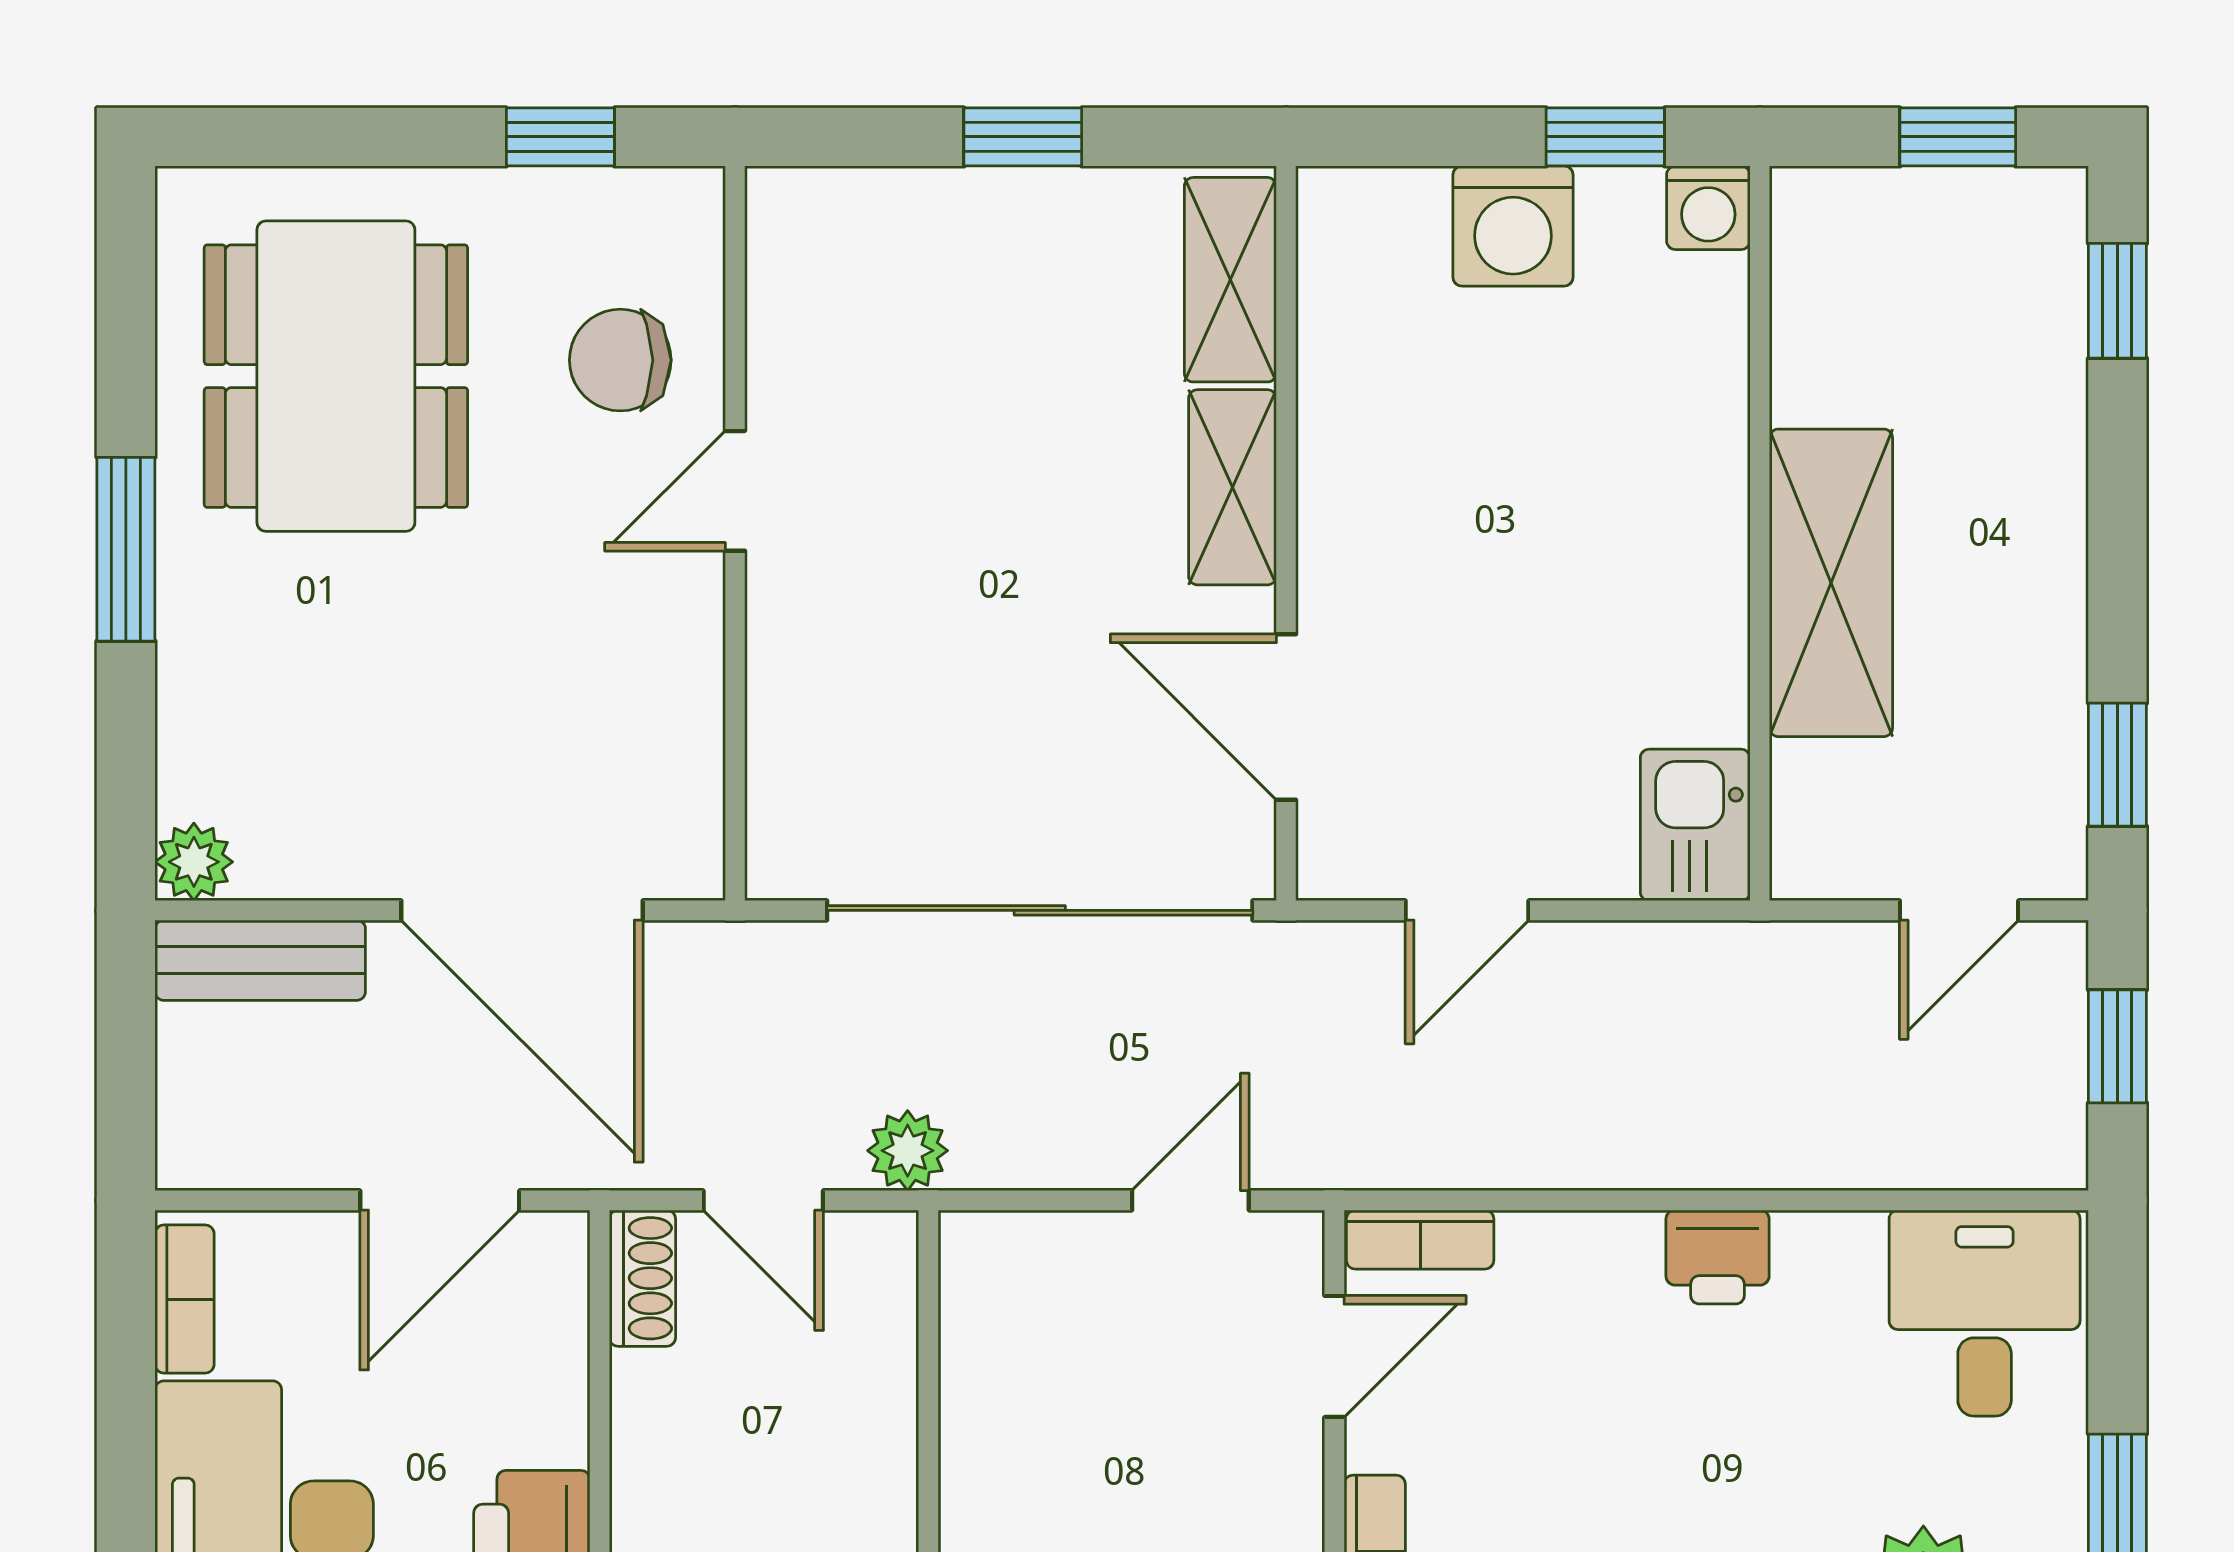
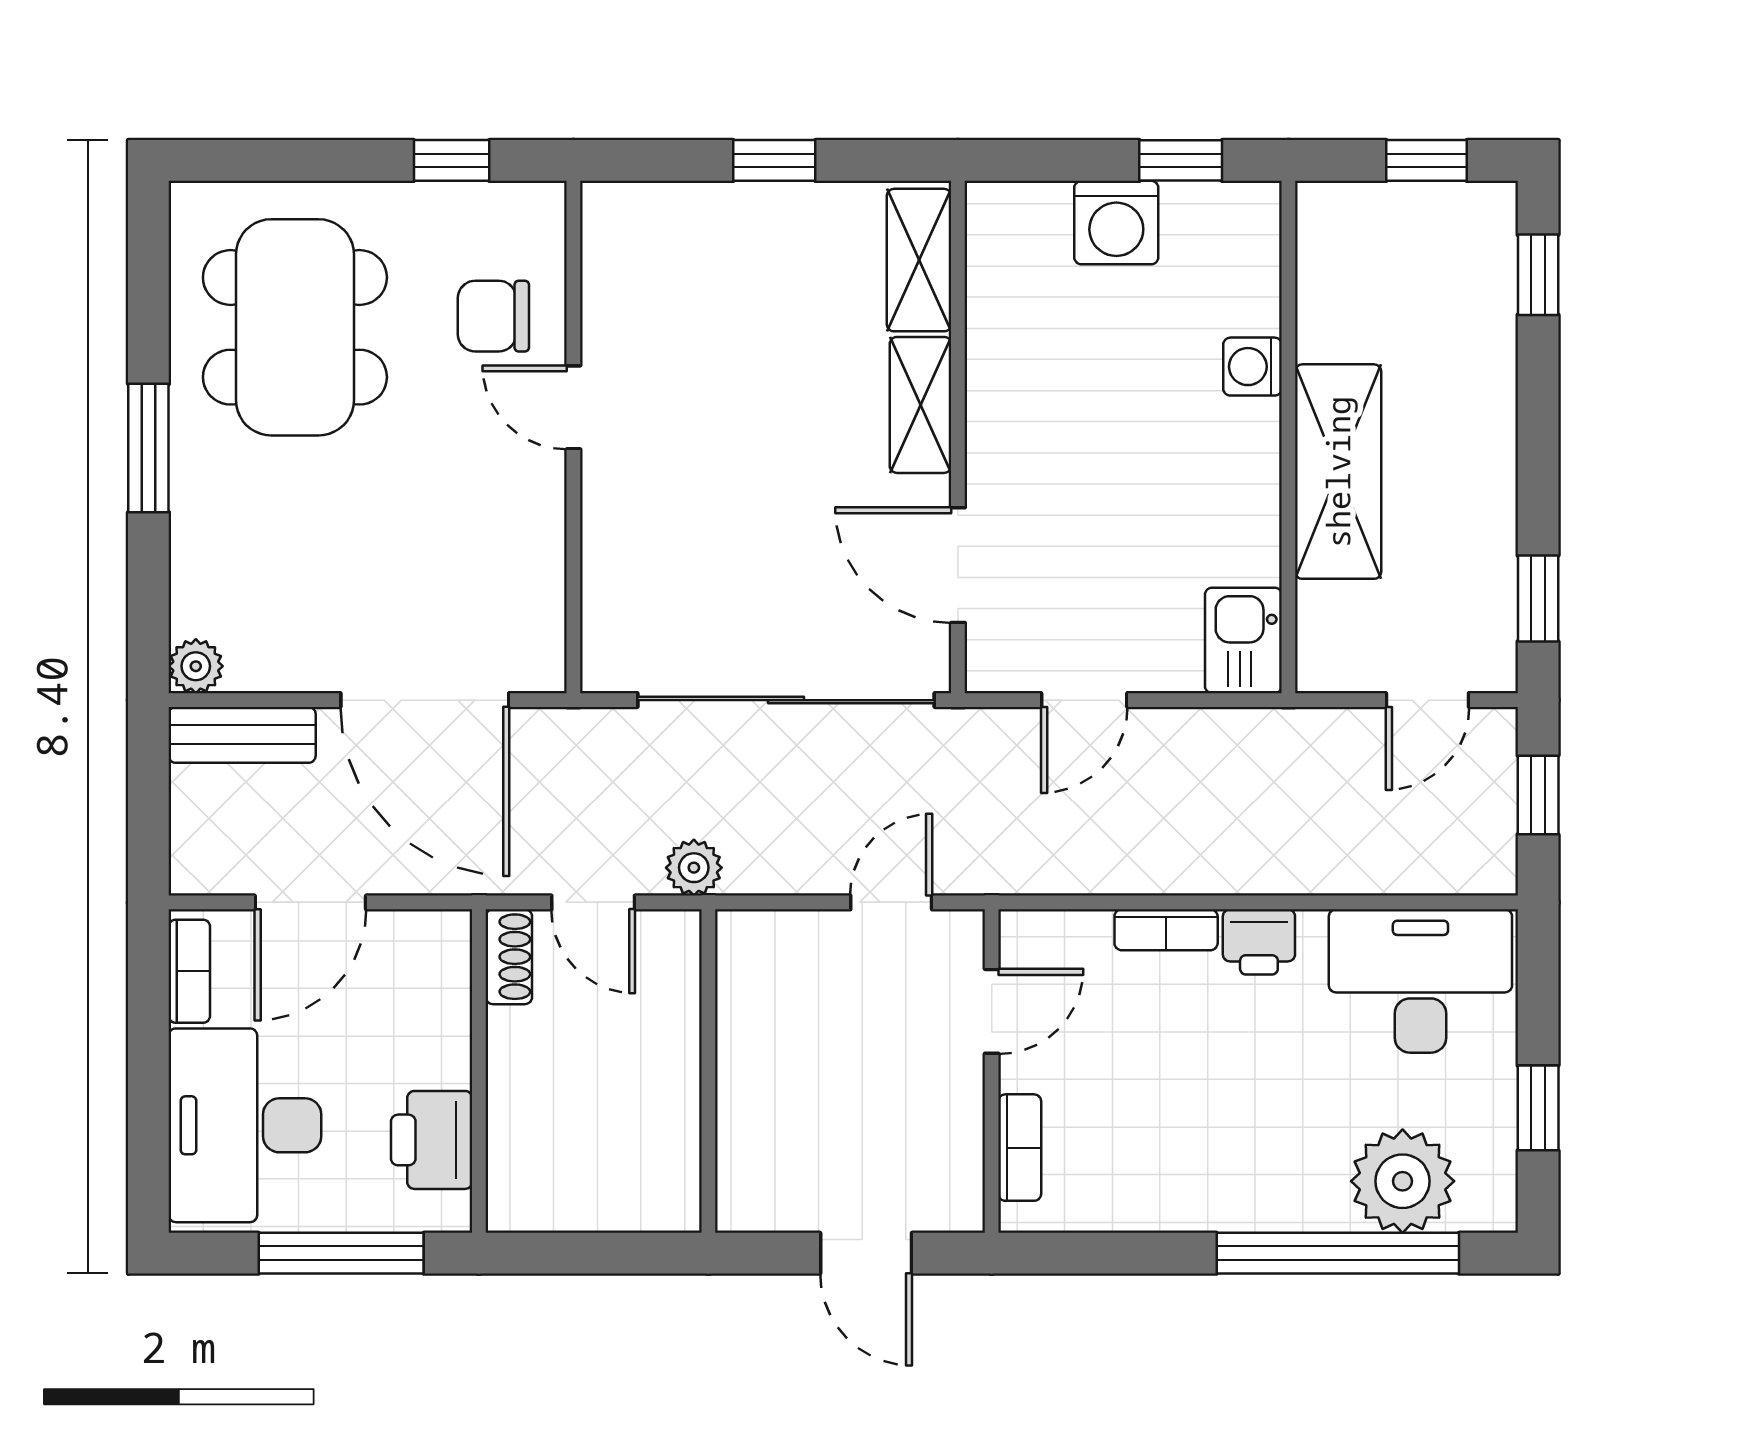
washing machine: (1708, 208) -> (1253, 367), moved, turned 90
door: (735, 491) -> (573, 407), hinge flipped
door: (440, 1200) -> (310, 902), moved
bookcase: (1420, 1240) -> (1166, 930), moved
desk: (1985, 1313) -> (1420, 981), width x1.37

